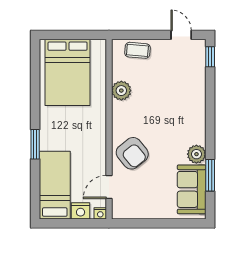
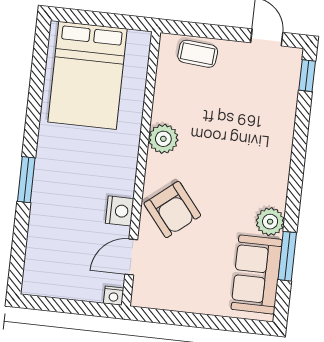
plant: (121, 91) -> (163, 139), moved
bed: (55, 185) -> (49, 245), removed
nightstand: (81, 211) -> (120, 211), moved, turned -90

